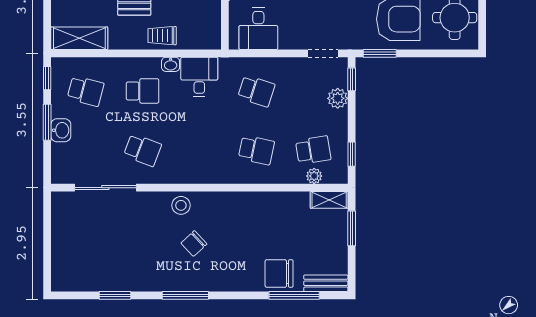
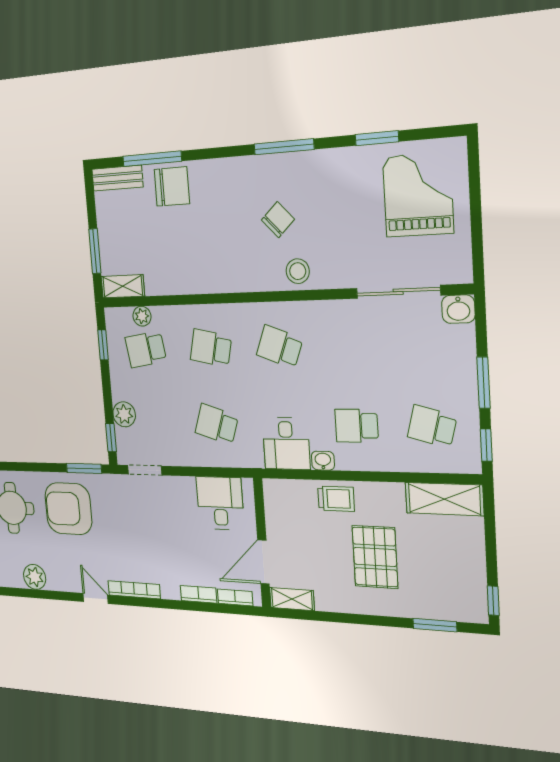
washbasin: (61, 130) -> (458, 309), moved, turned -90
school desk: (143, 150) -> (280, 347), moved
grand piano: (87, 254) -> (418, 195), added

